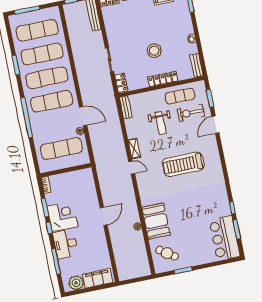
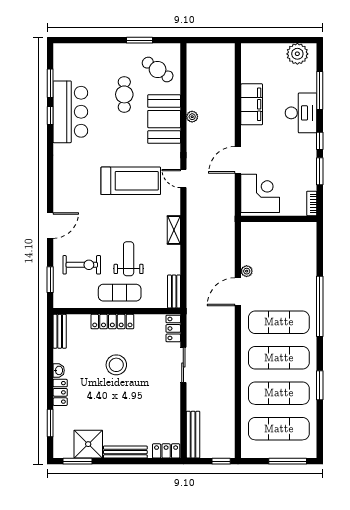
locker: (188, 25) -> (60, 392), added
exercise mat: (180, 96) -> (120, 293), moved
door: (83, 116) -> (238, 292), hinge flipped
door: (215, 125) -> (50, 226), moved
exercise mat: (61, 149) -> (279, 251), removed
treadmill: (183, 164) -> (131, 181), moved
door: (132, 168) -> (183, 179), moved
corner desk: (62, 216) -> (260, 193), moved, turned 180
door: (104, 216) -> (238, 160), moved
cafe table: (186, 232) -> (124, 94), added
bar counter: (225, 238) -> (70, 112), moved
filing cabinet: (98, 278) -> (252, 104), moved, turned -90

